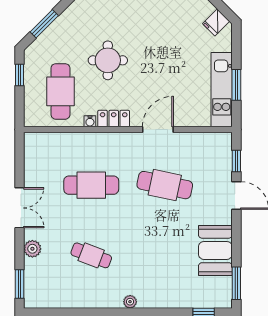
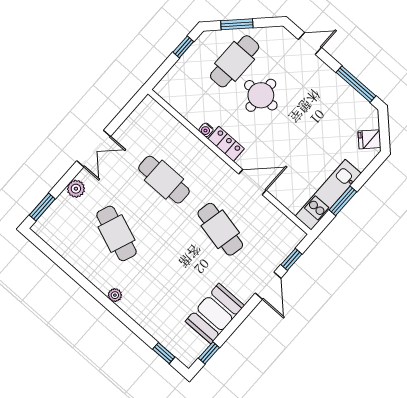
cafe table: (60, 91) -> (235, 61), moved
cafe table: (91, 255) -> (116, 233), width x1.37, depth x1.35
window: (236, 283) -> (209, 353), width x0.67

